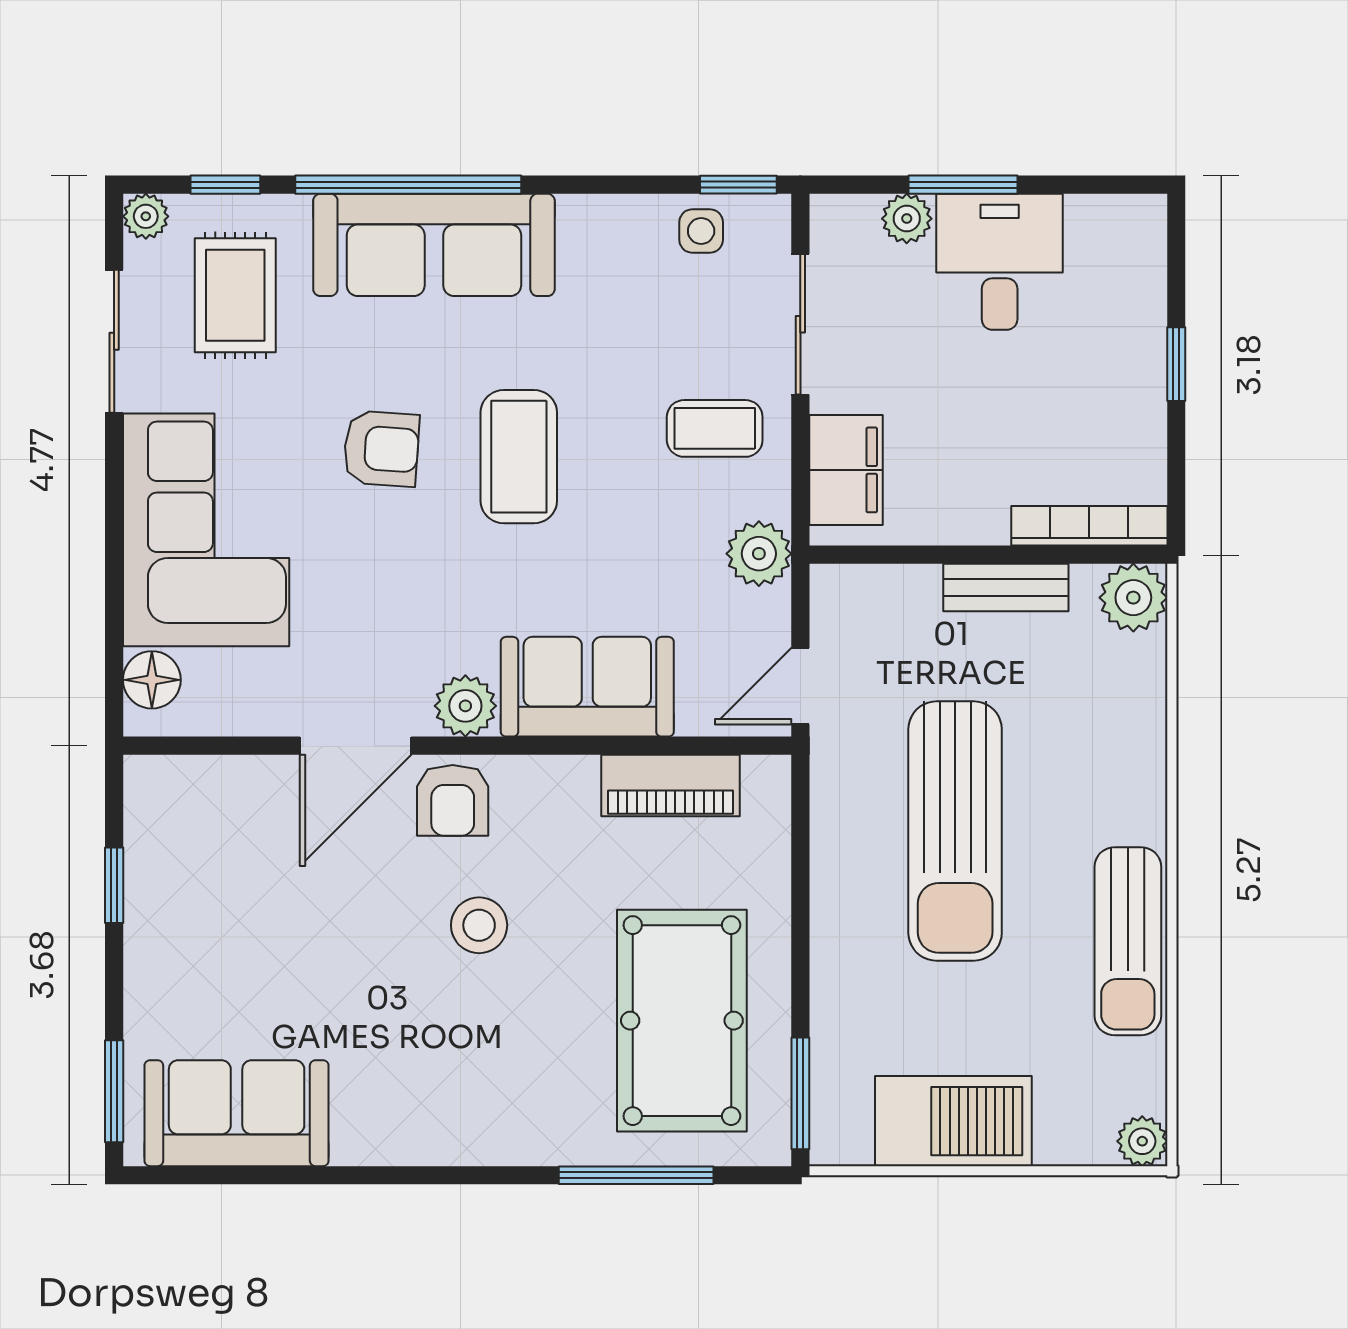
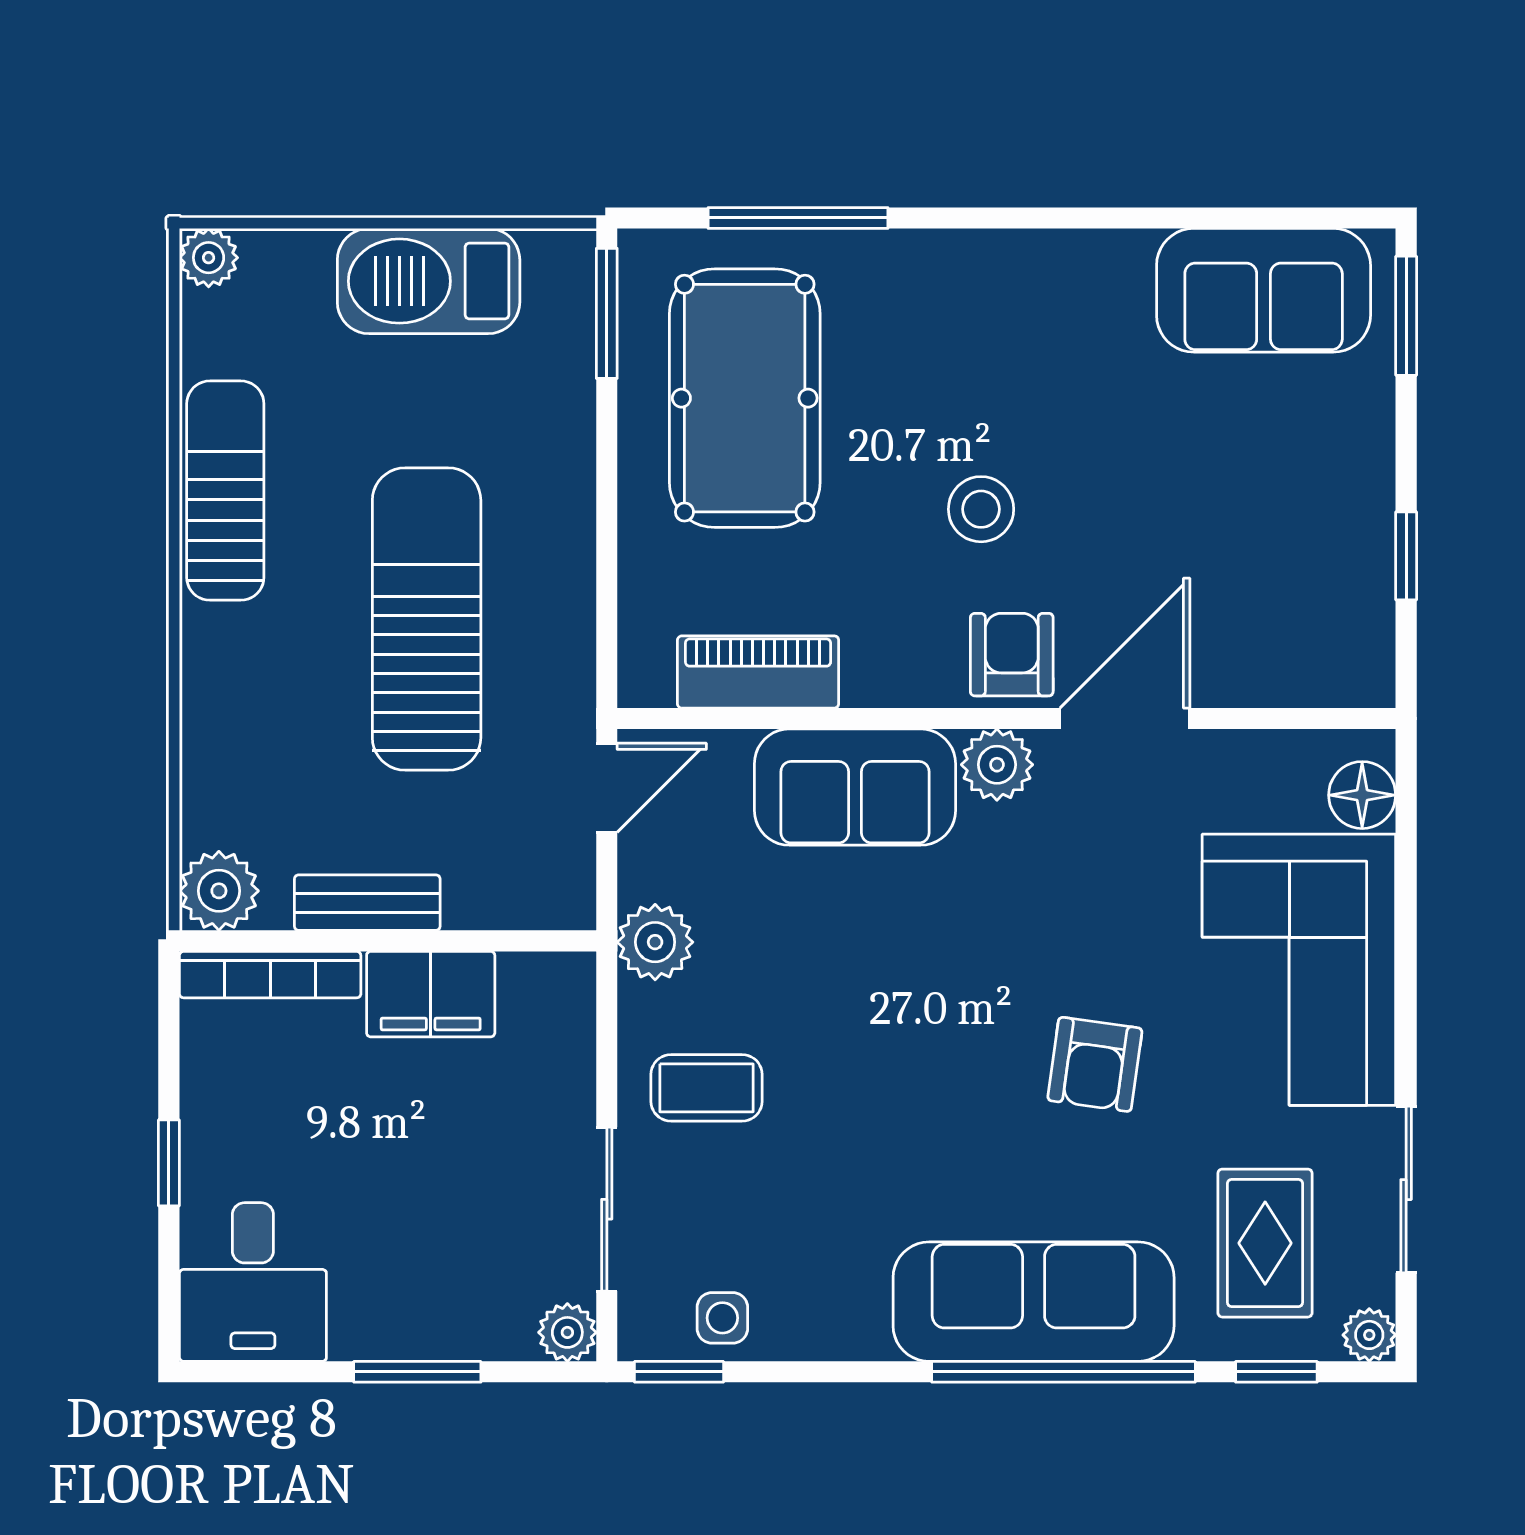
plant: (907, 219) -> (567, 1332), moved
desk: (1000, 262) -> (253, 1282), moved
armchair: (381, 449) -> (1095, 1064), turned -86
coffee table: (519, 457) -> (935, 1055), removed
filing cabinet: (846, 470) -> (431, 994), moved, turned -90

